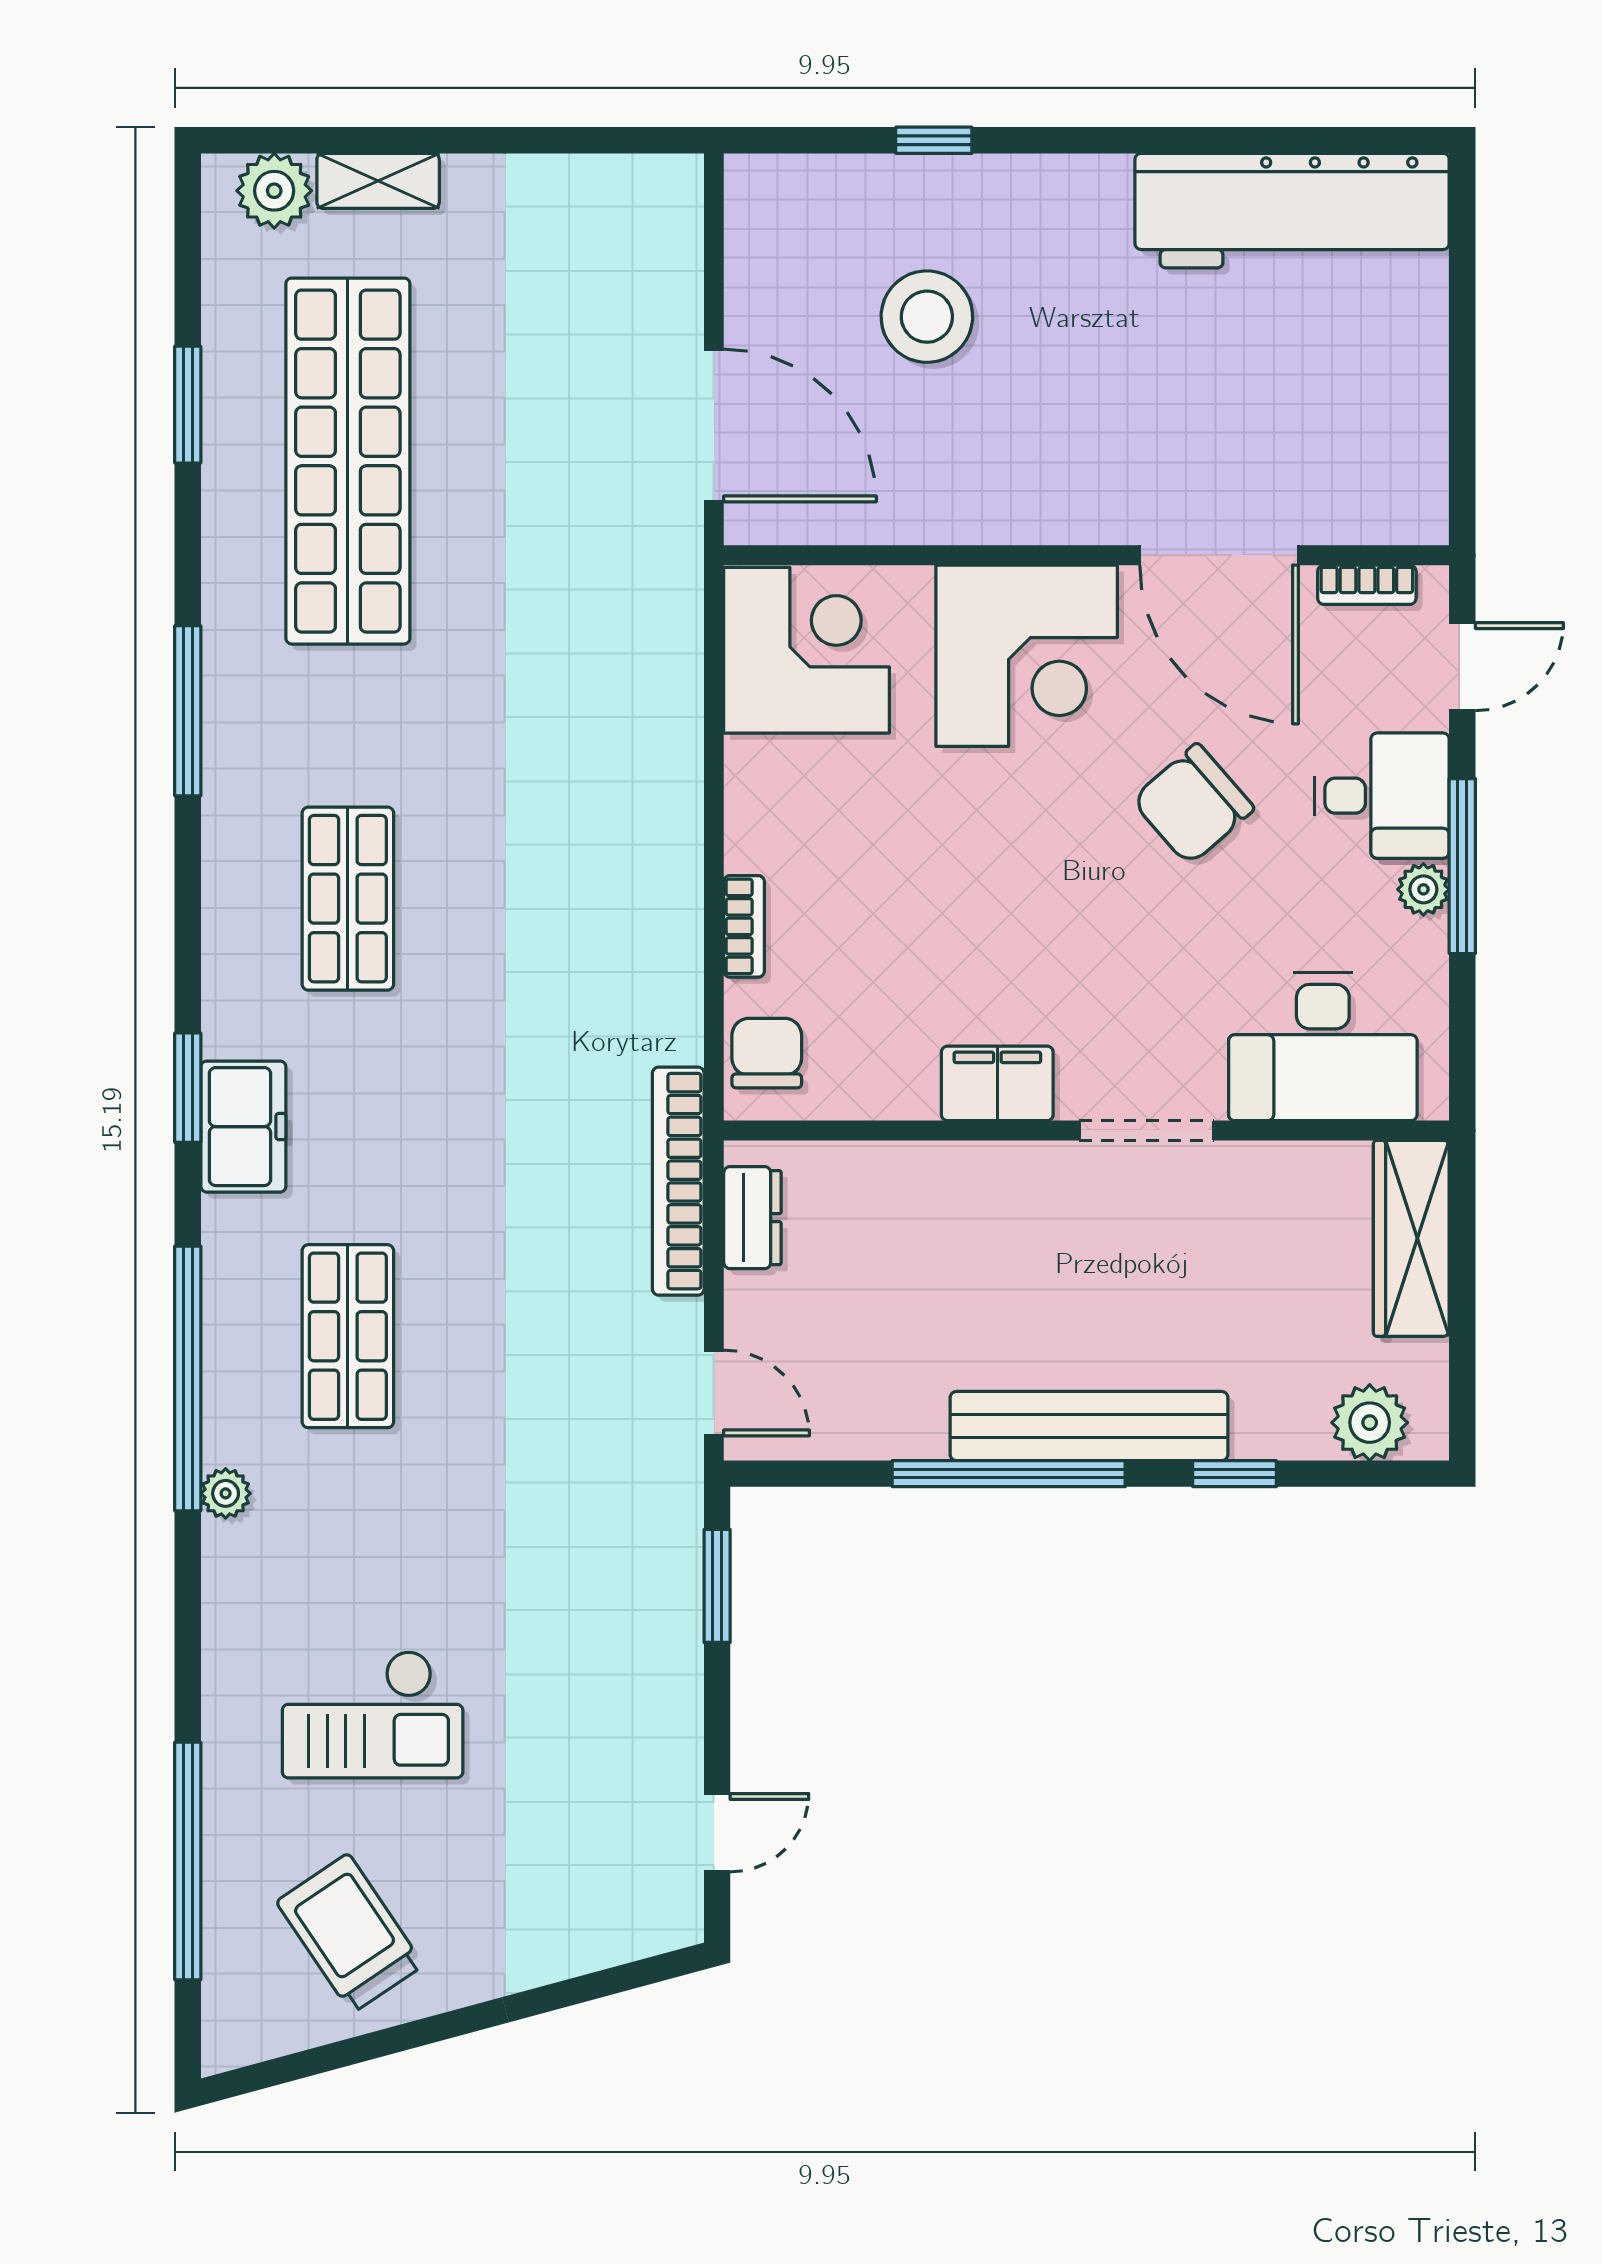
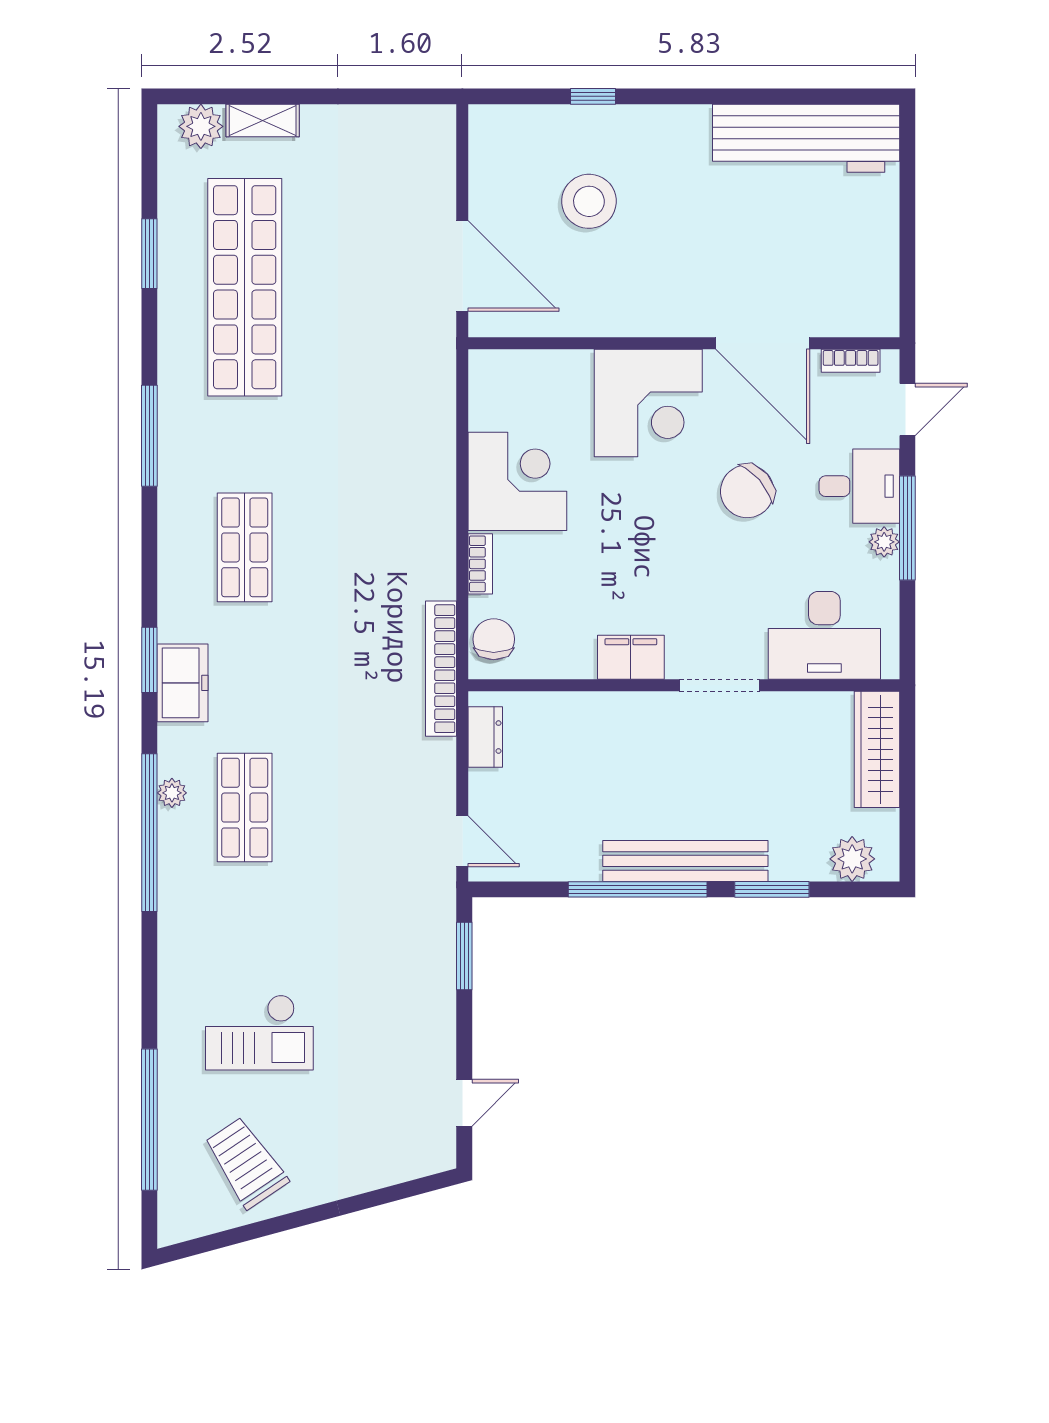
corner desk: (806, 650) -> (517, 481), moved
bookcase: (678, 1181) -> (441, 669), moved
window: (1234, 1474) -> (772, 889), width x1.50
plant: (226, 1493) -> (172, 793), moved

